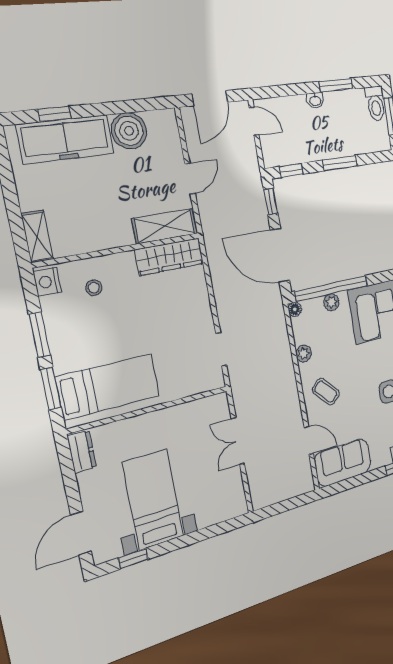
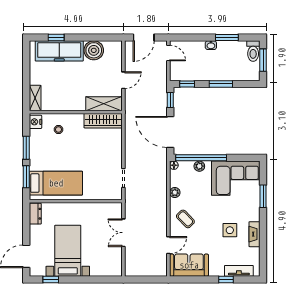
door: (309, 440) -> (168, 245), hinge flipped

